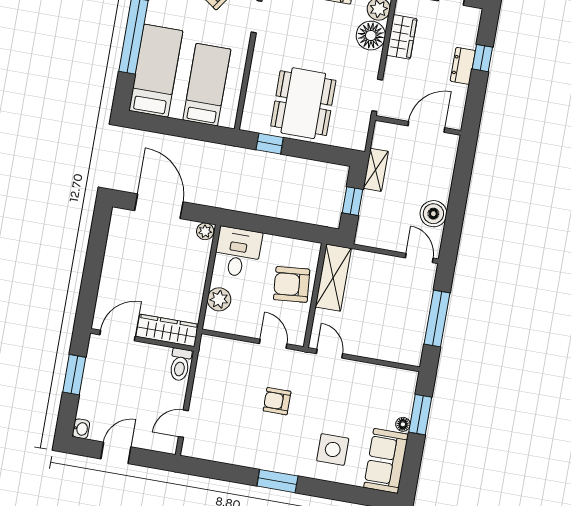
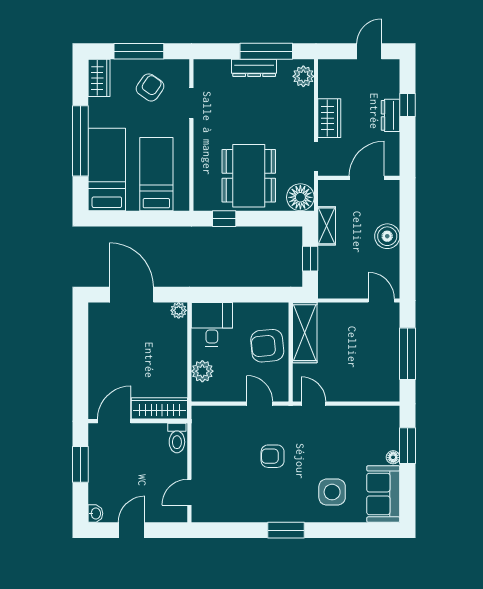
floor lamp: (371, 36) -> (300, 197), moved
wardrobe: (402, 37) -> (329, 118), moved
boiler: (433, 214) -> (387, 236), moved

